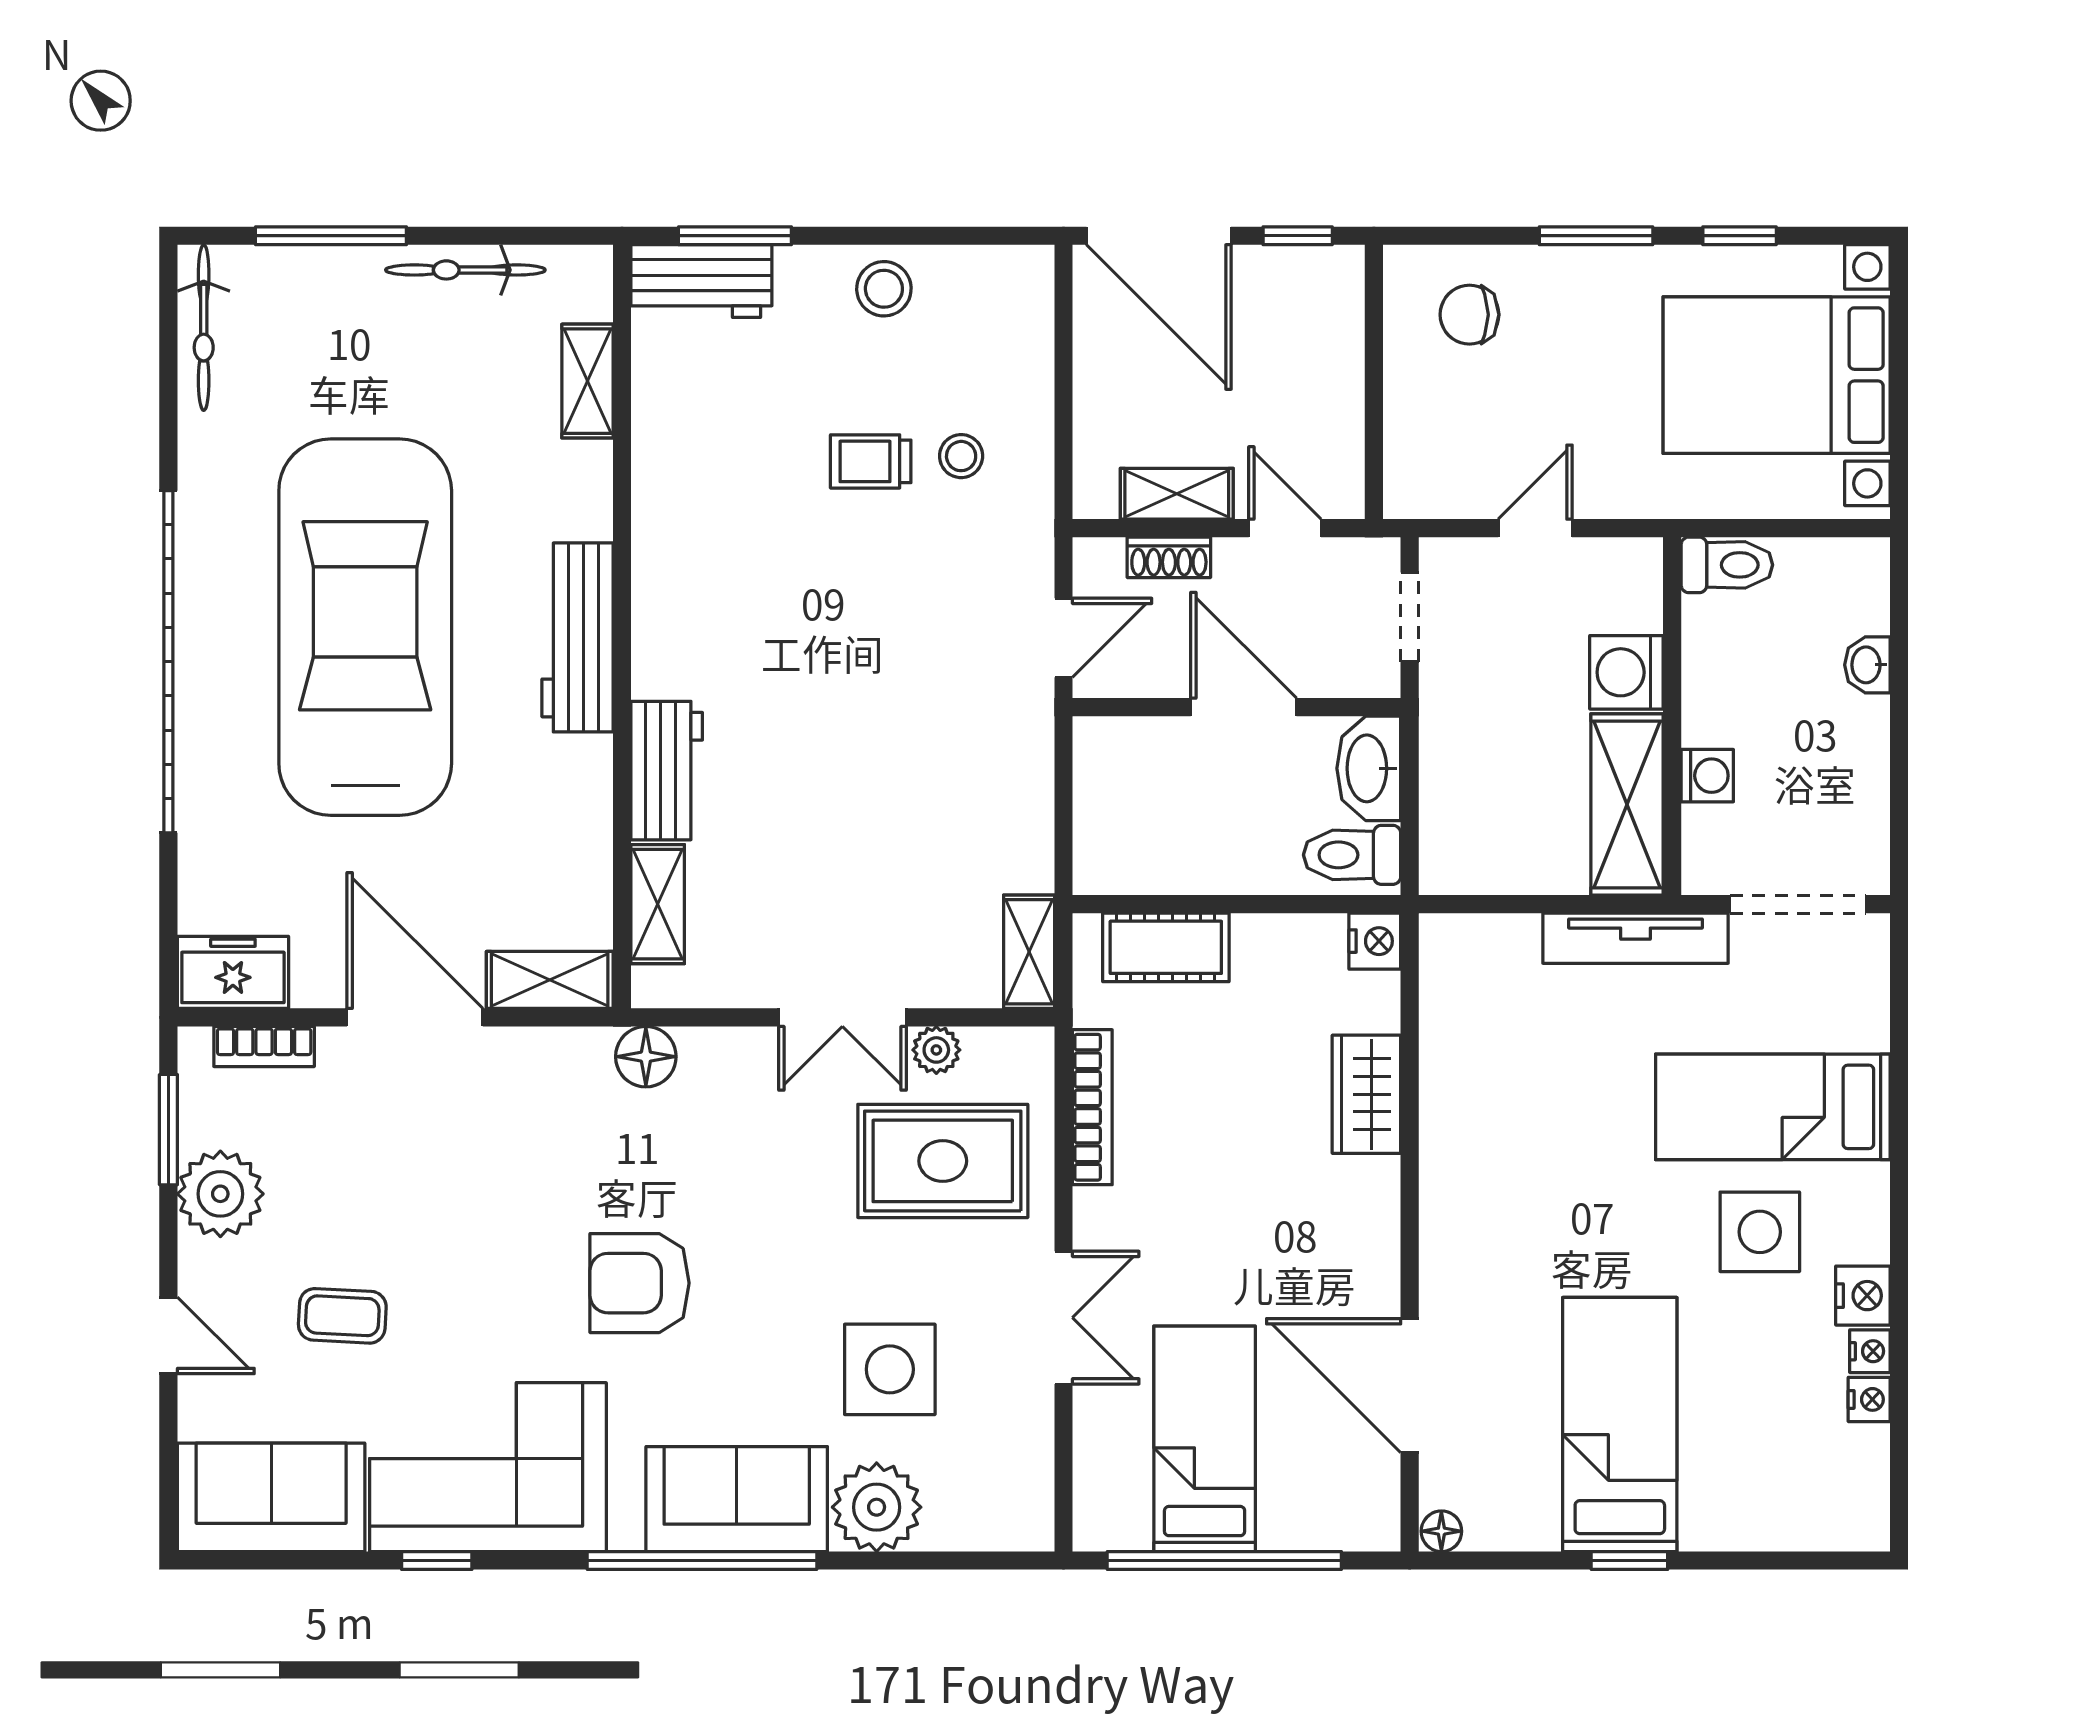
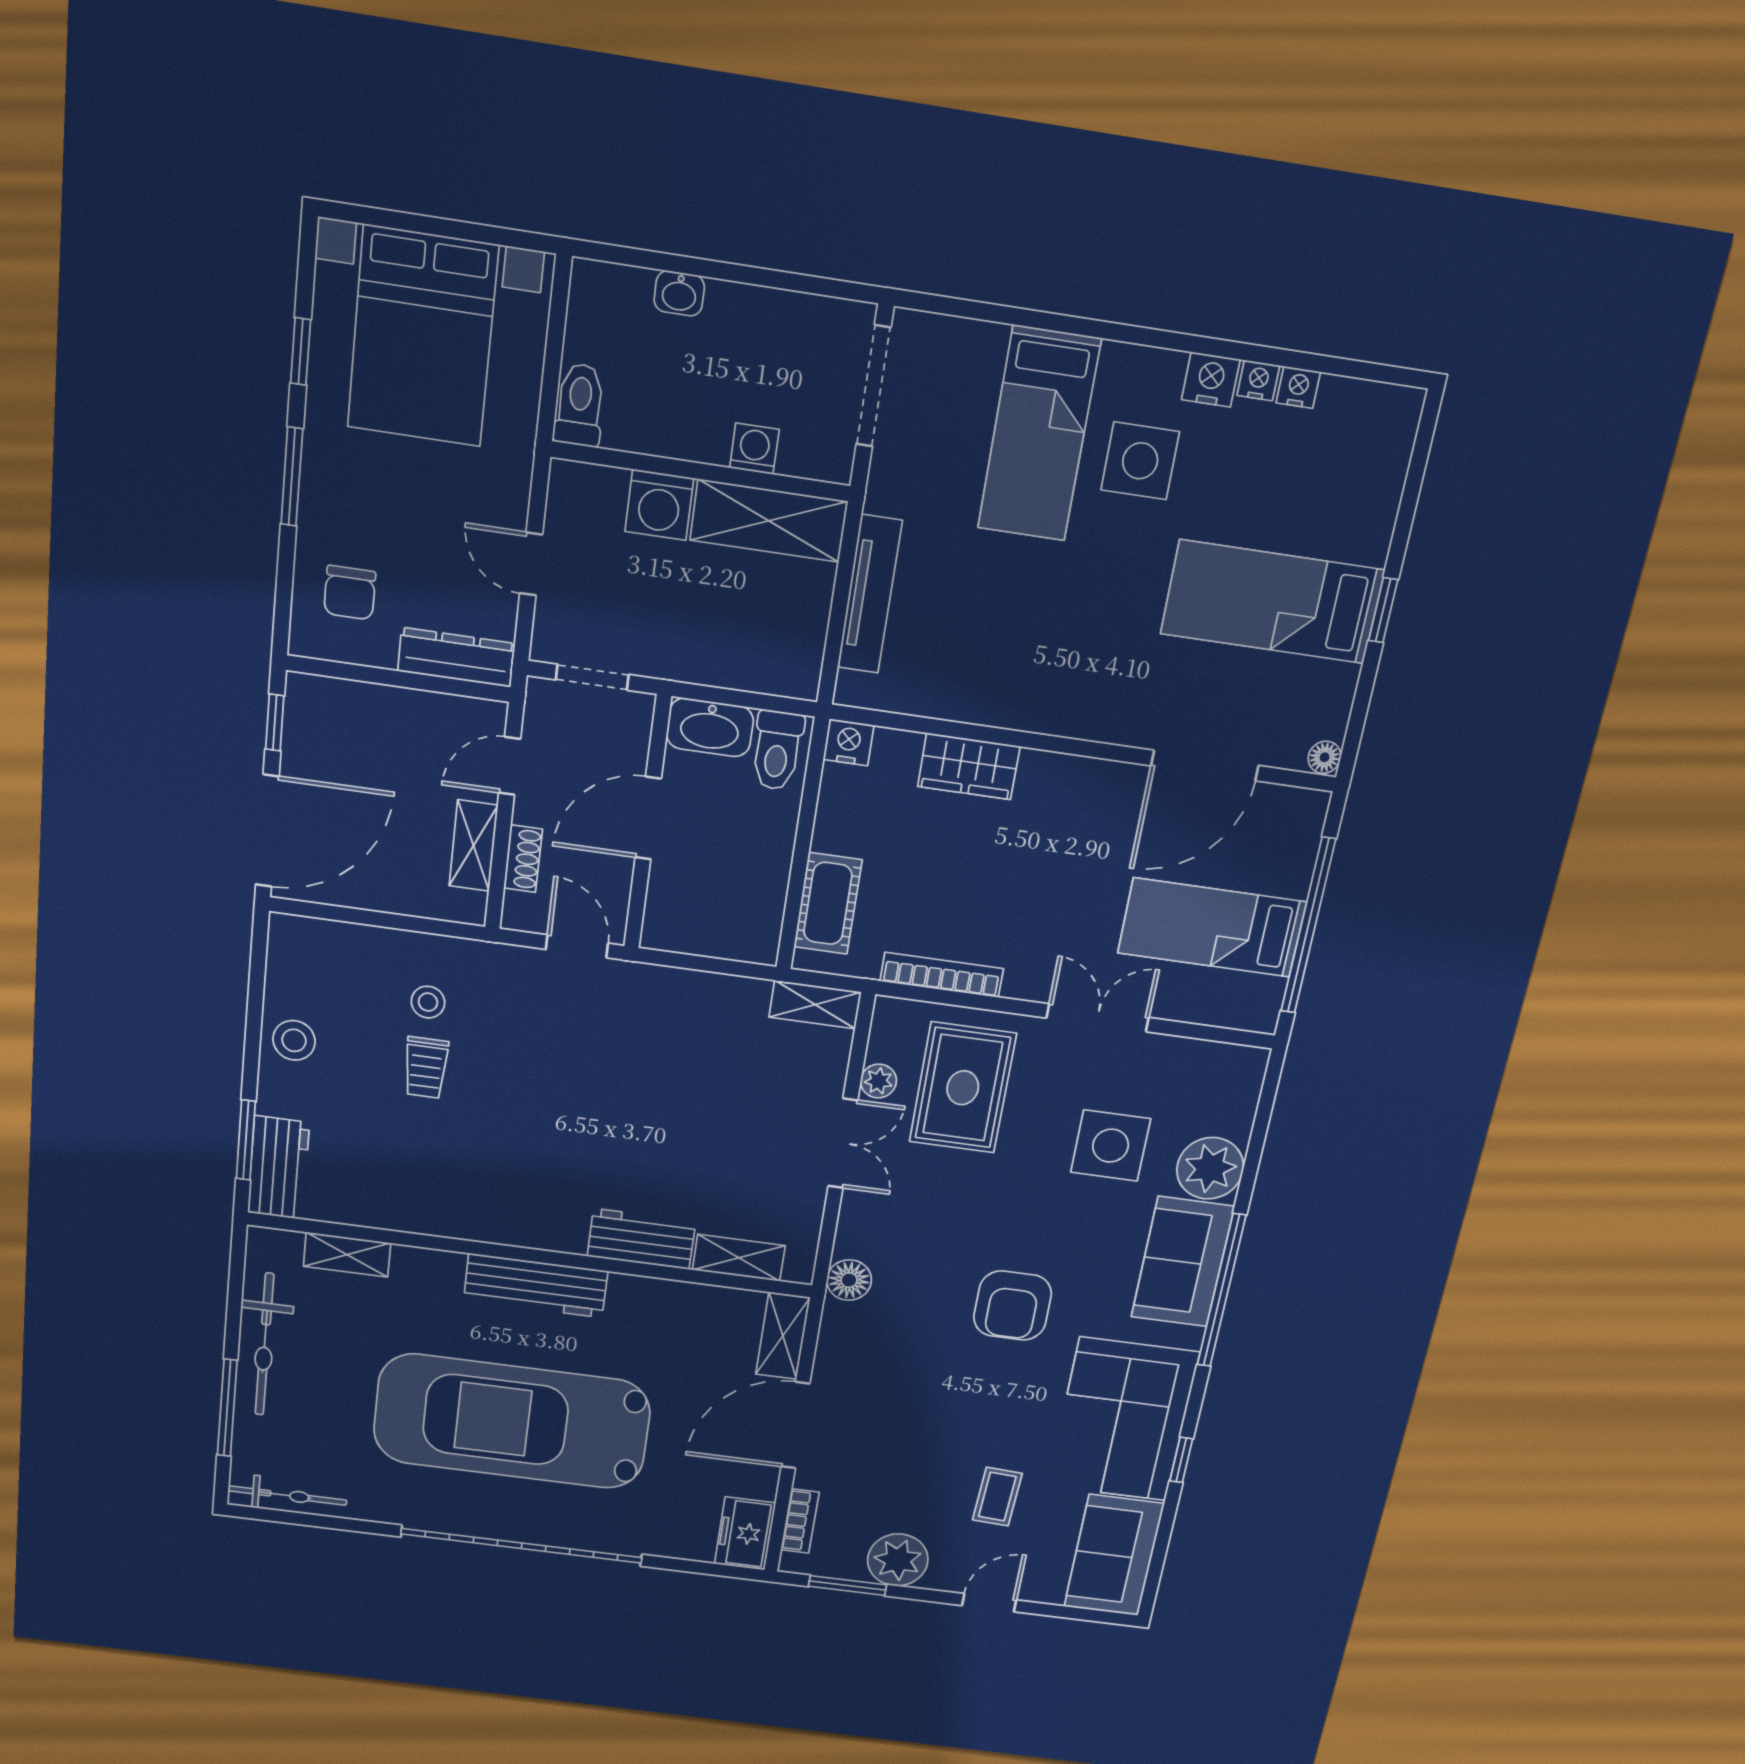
bicycle: (465, 270) -> (264, 1345), width x1.37, depth x1.40
dresser: (1410, 450) -> (456, 657), added
tv unit: (1635, 938) -> (870, 594), moved

